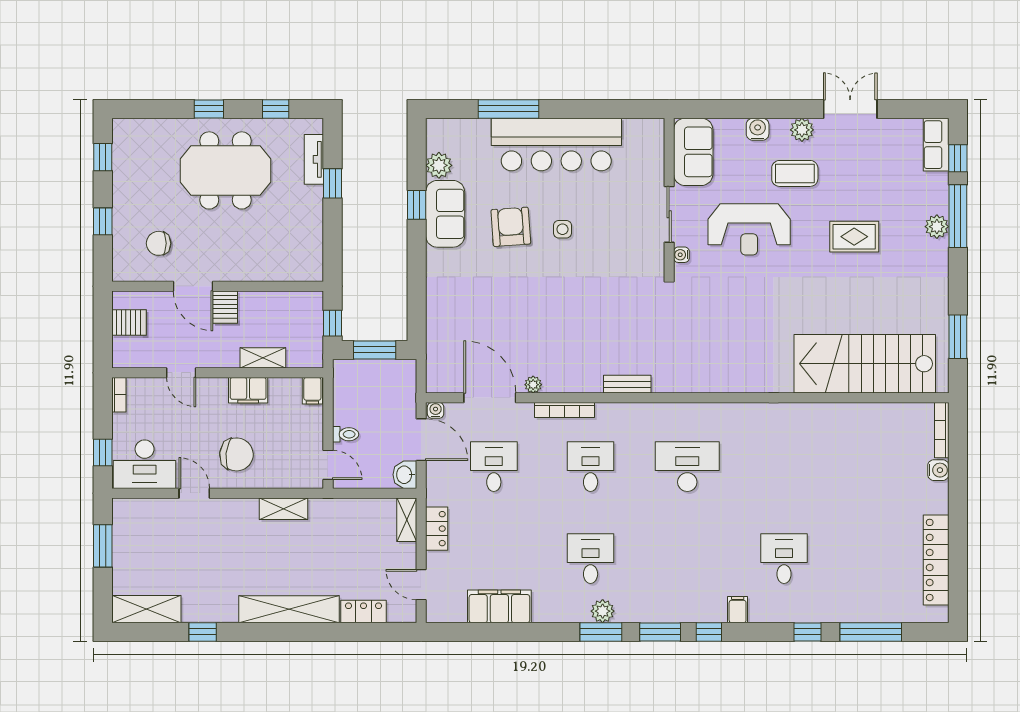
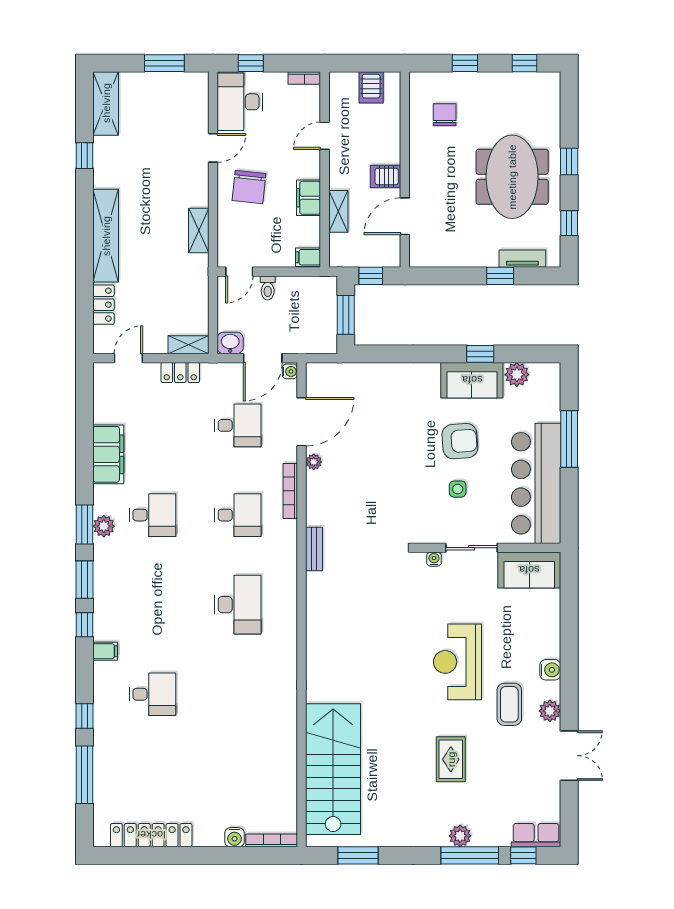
sofa: (693, 152) -> (529, 570), moved
wall: (669, 195) -> (489, 548), moved
sliding door: (669, 214) -> (471, 548), moved
water cooler: (681, 255) -> (434, 559), moved
door: (193, 286) -> (405, 216), moved
filing cabinet: (499, 606) -> (108, 454), moved

